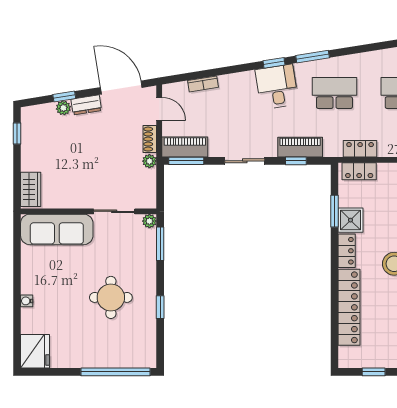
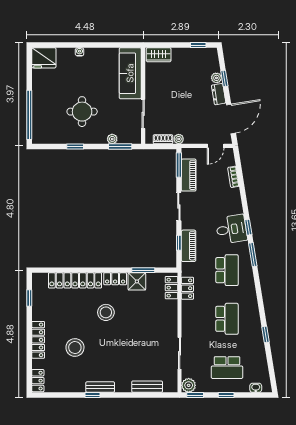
shoe rack: (150, 139) -> (163, 139), moved
piano: (185, 147) -> (189, 175), moved
plant: (149, 221) -> (112, 139), moved

